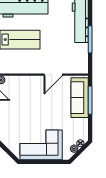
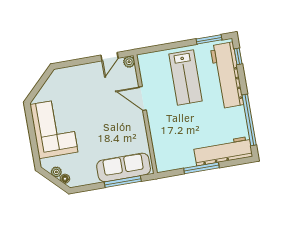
door: (53, 75) -> (143, 98), moved

